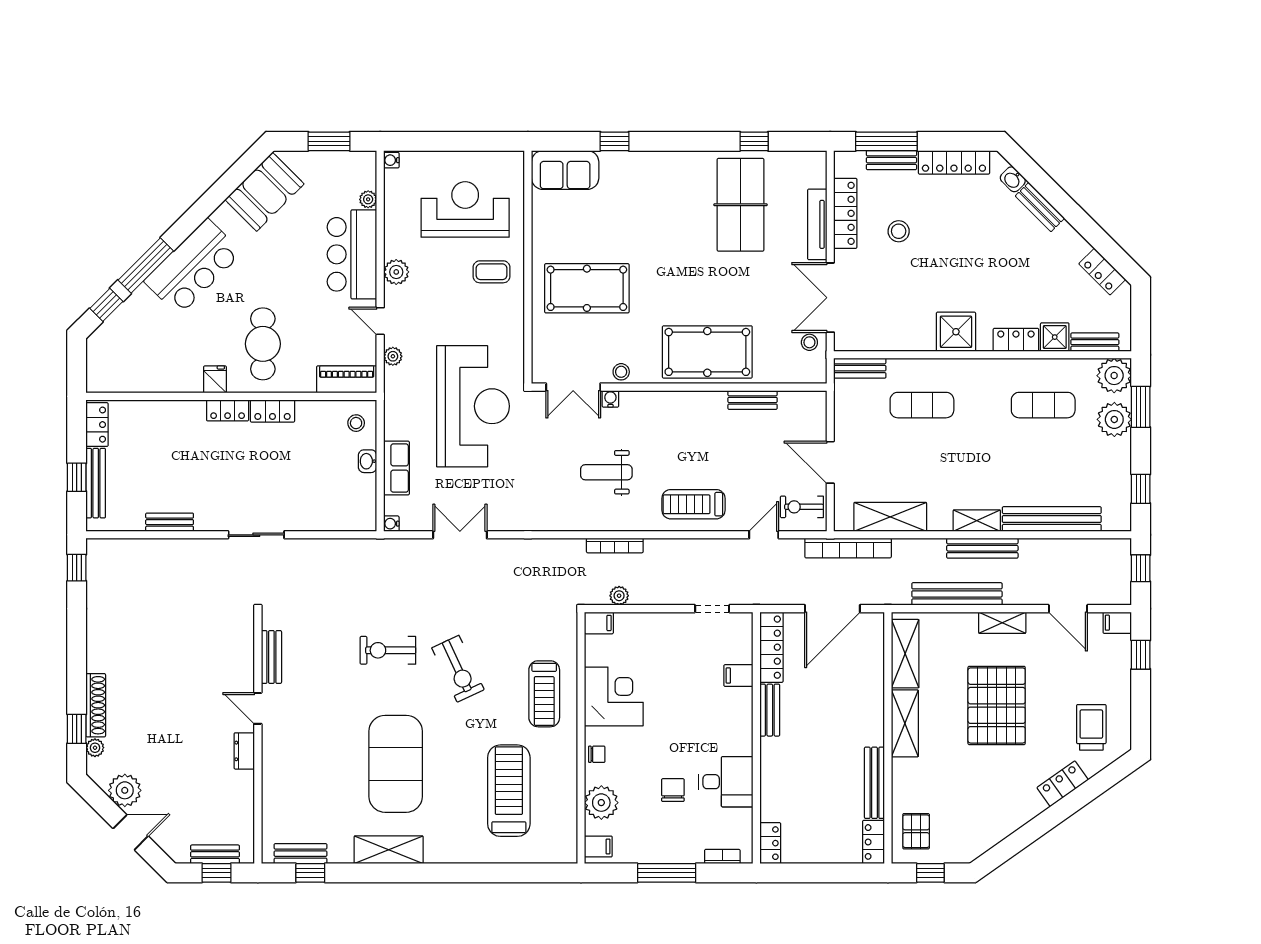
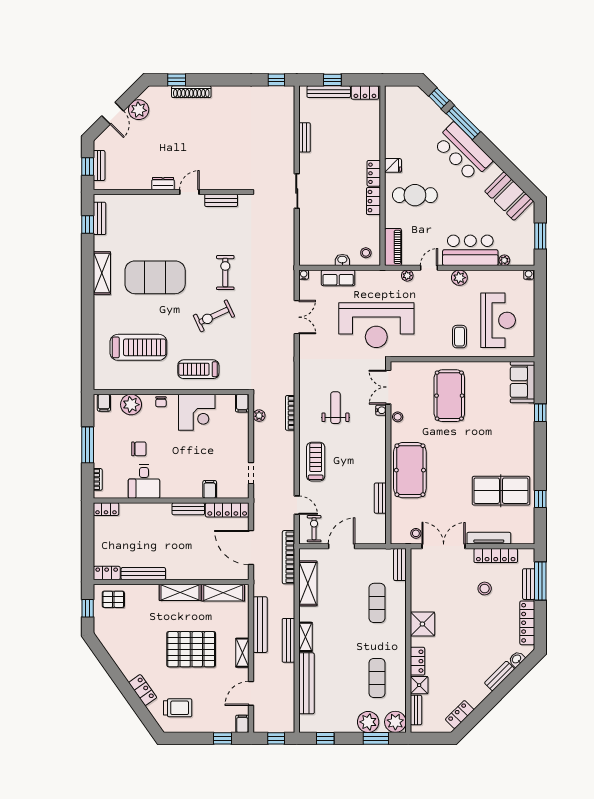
plant: (95, 748) -> (165, 91), removed

